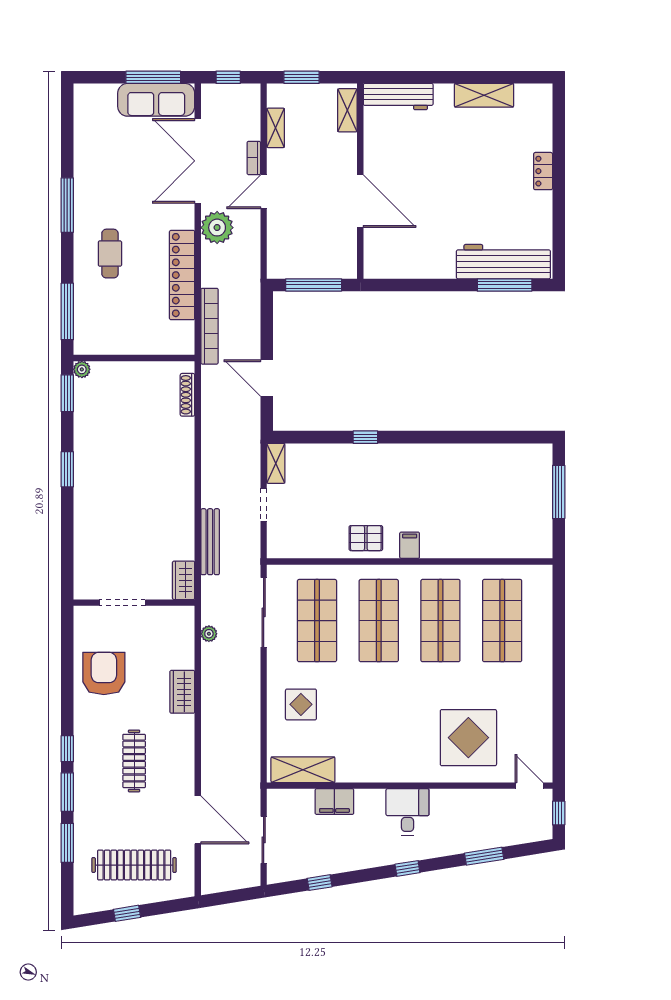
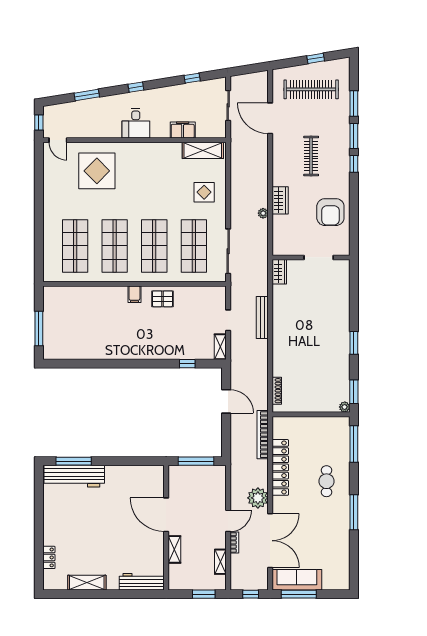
shelving: (347, 110) -> (174, 549), moved
locker: (543, 171) -> (49, 557), moved
window: (365, 437) -> (187, 364), moved
bench: (210, 542) -> (262, 317), moved
plant: (209, 634) -> (263, 213), moved

